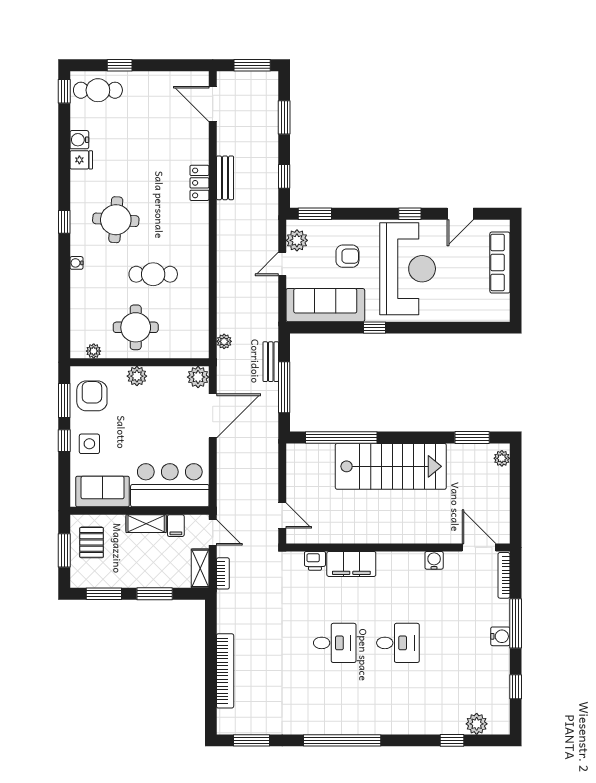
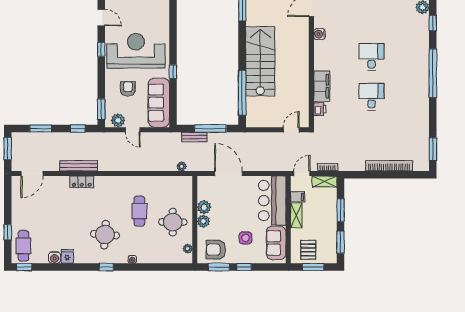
bench: (225, 178) -> (79, 166), width x1.36
plant: (198, 377) -> (204, 207), moved
side table: (89, 444) -> (246, 238), moved
pallet: (92, 542) -> (308, 250), turned 90
window: (342, 740) -> (433, 73), moved

